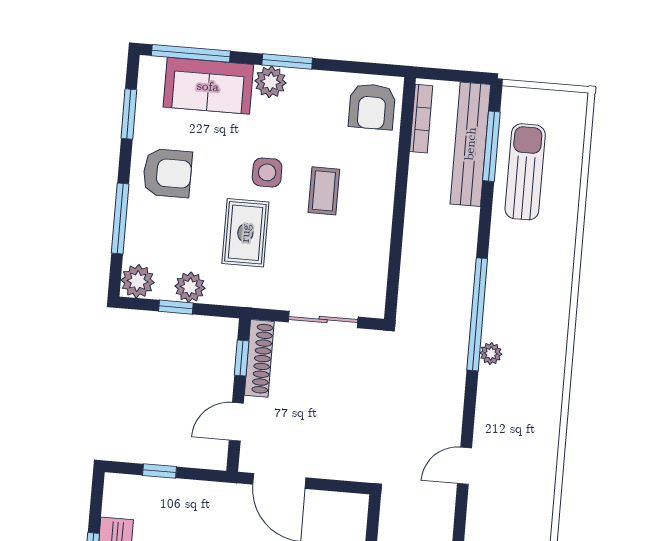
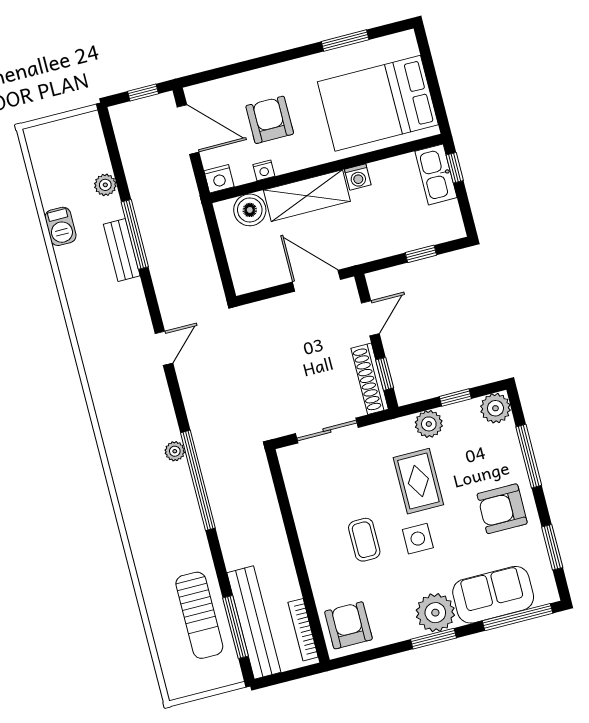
plant: (270, 82) -> (435, 613), width x1.36, depth x1.36
plant: (190, 287) -> (429, 424), moved

